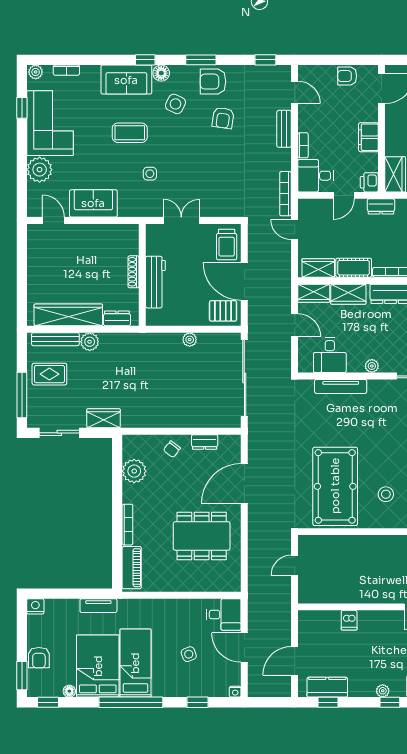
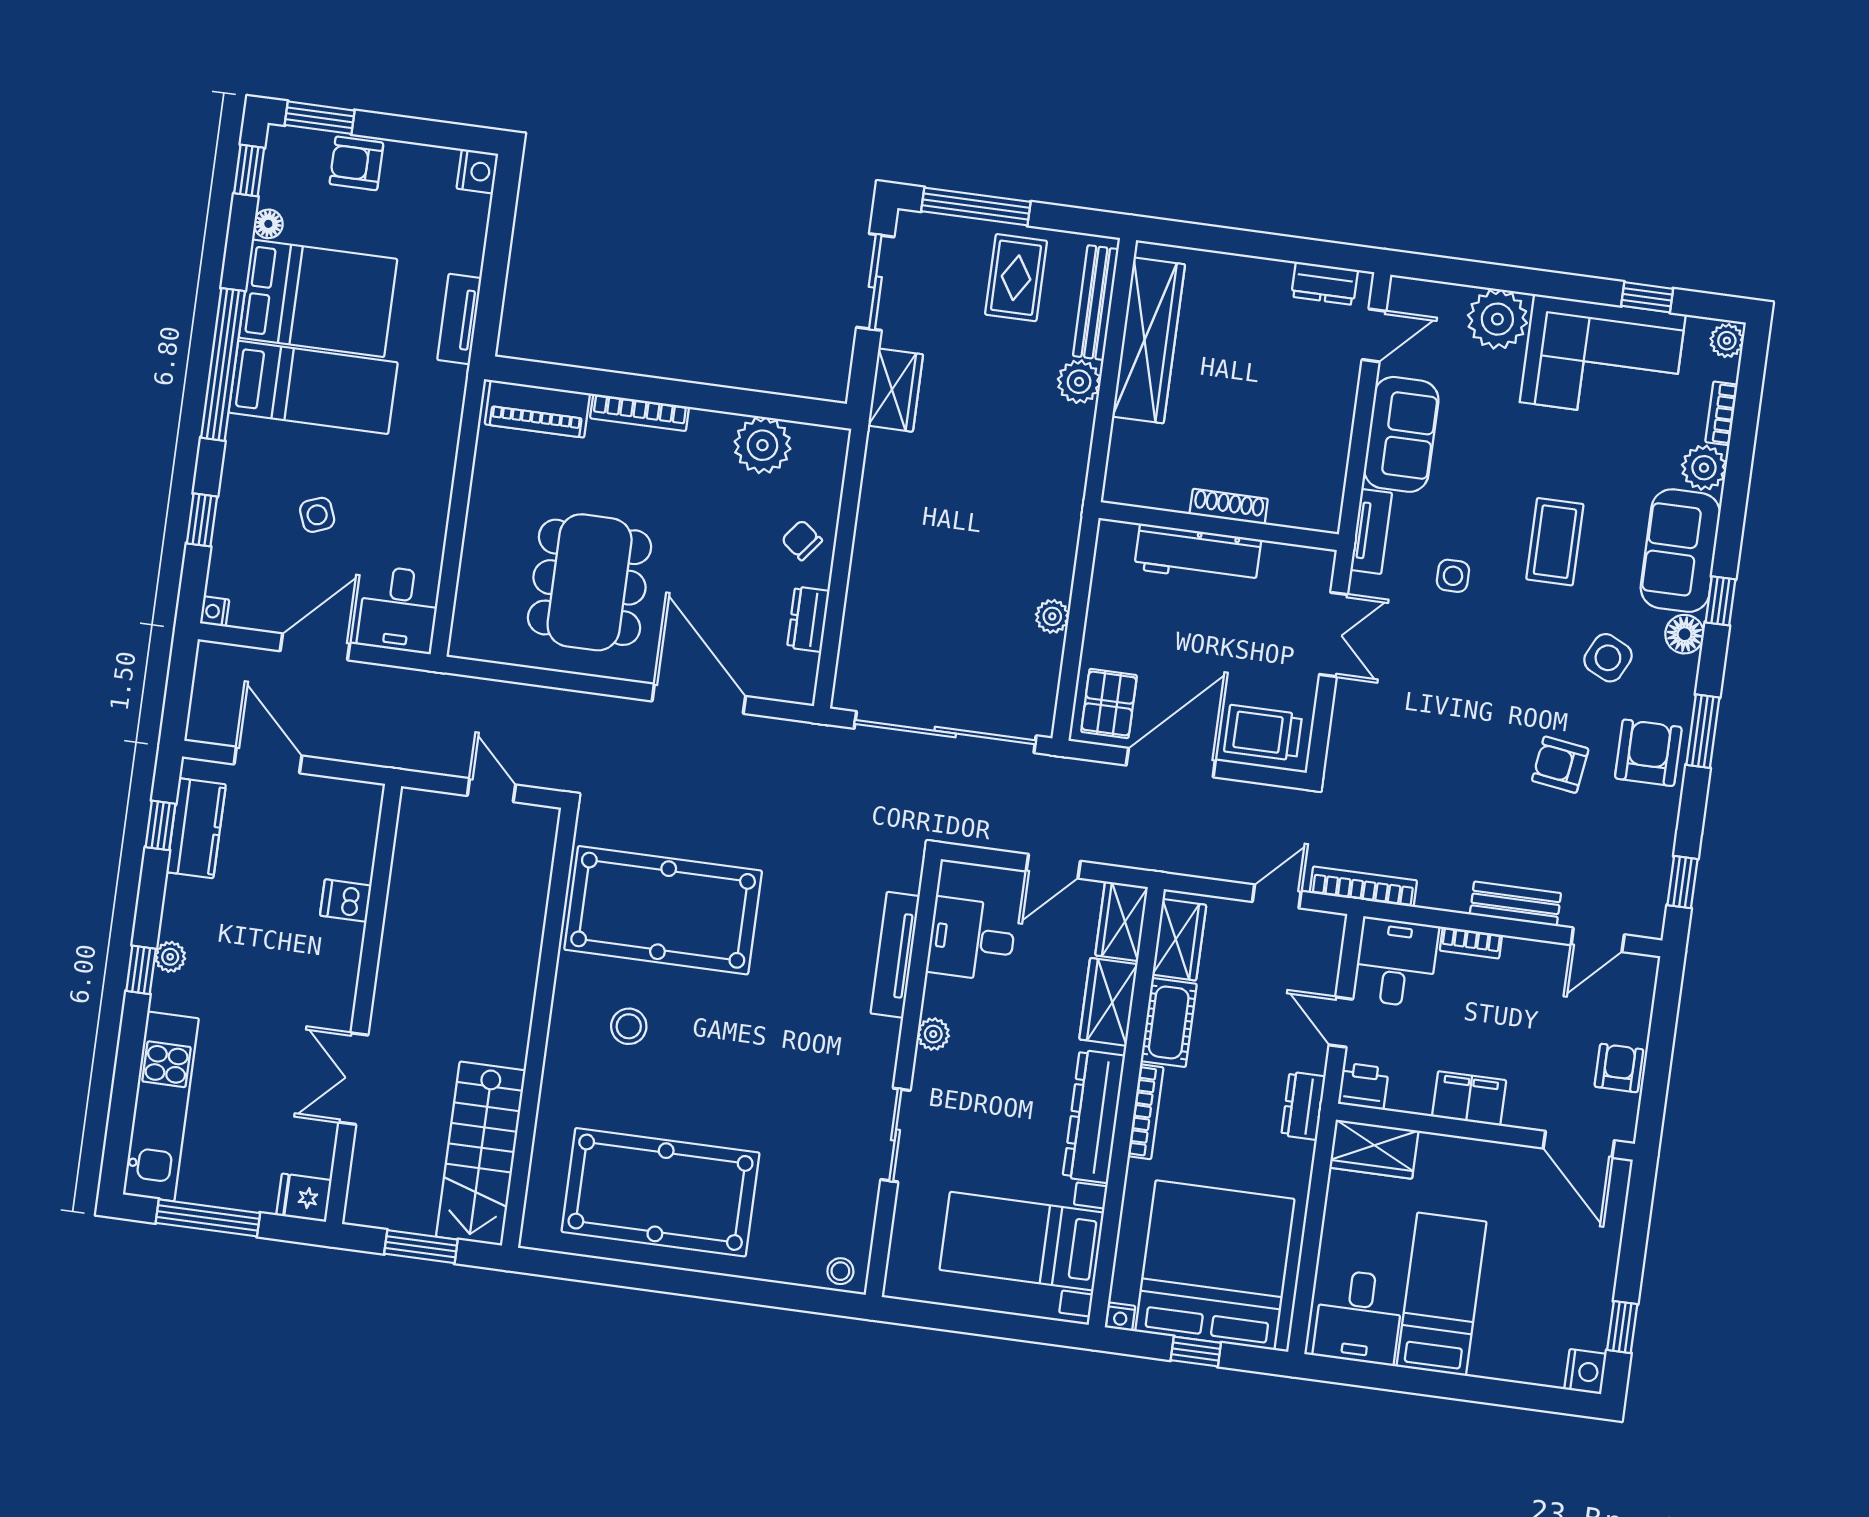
plant: (90, 74) -> (1704, 468), added
tv unit: (136, 211) -> (1371, 531), added
dresser: (117, 318) -> (1325, 283), moved, turned 90

